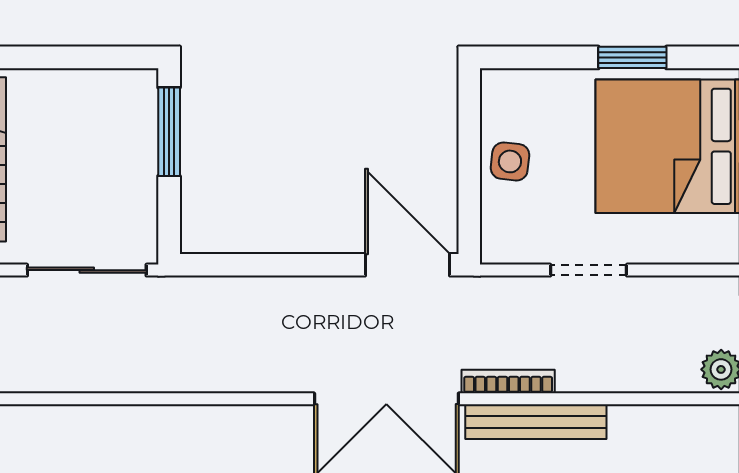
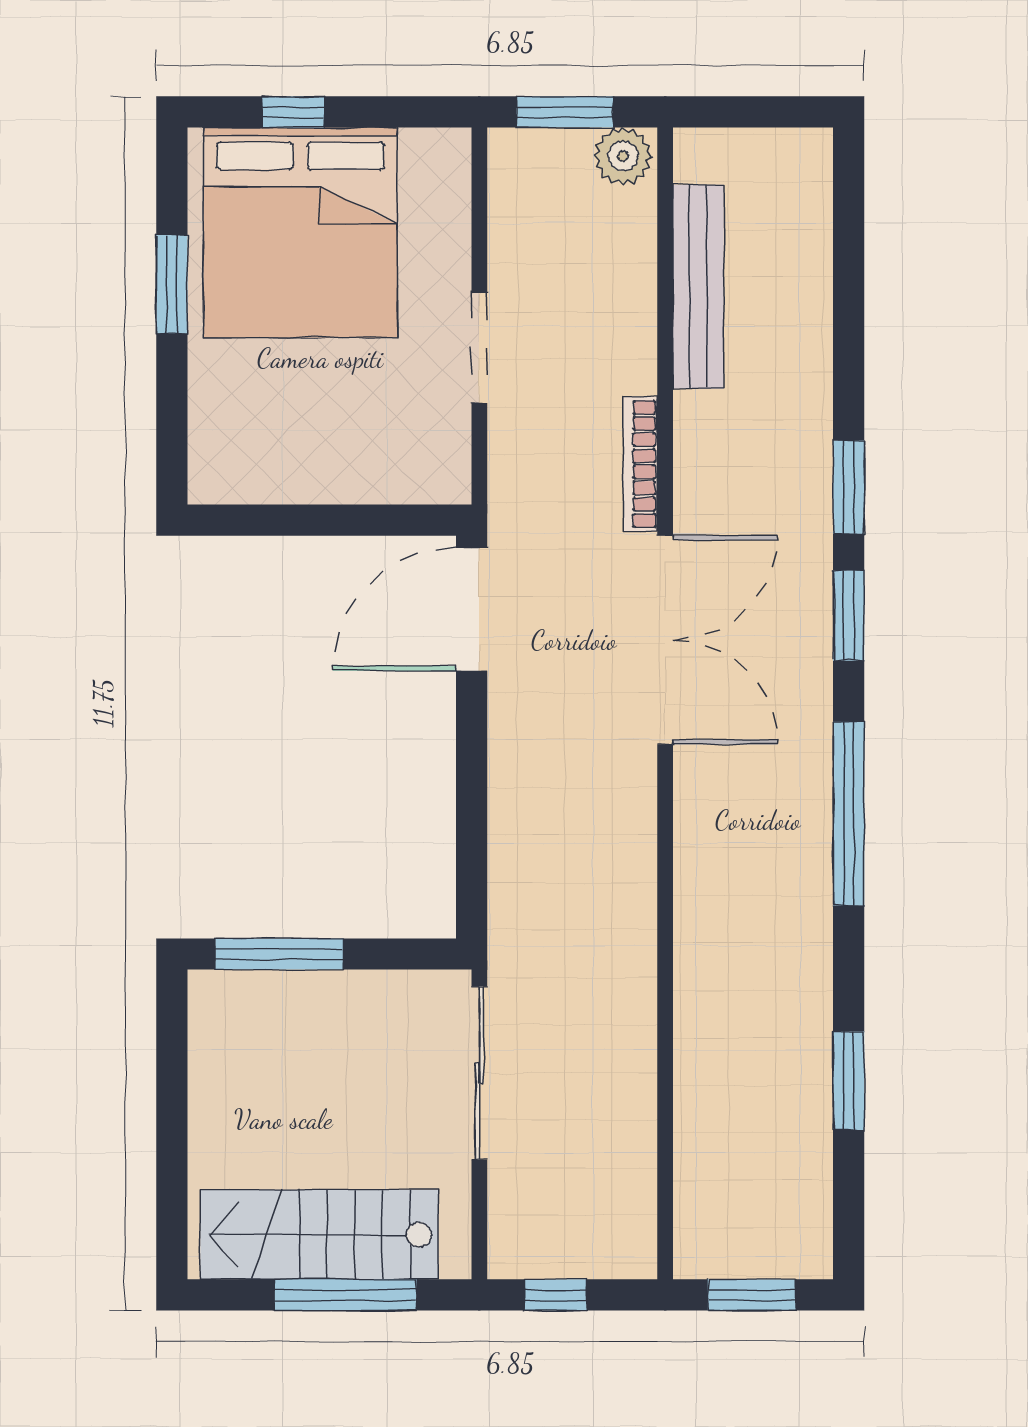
side table: (510, 161) -> (322, 461), removed
bench: (536, 422) -> (698, 287), moved

